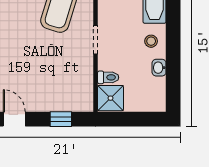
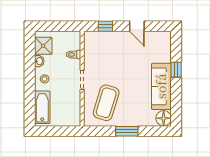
shower: (110, 98) -> (43, 46), moved

